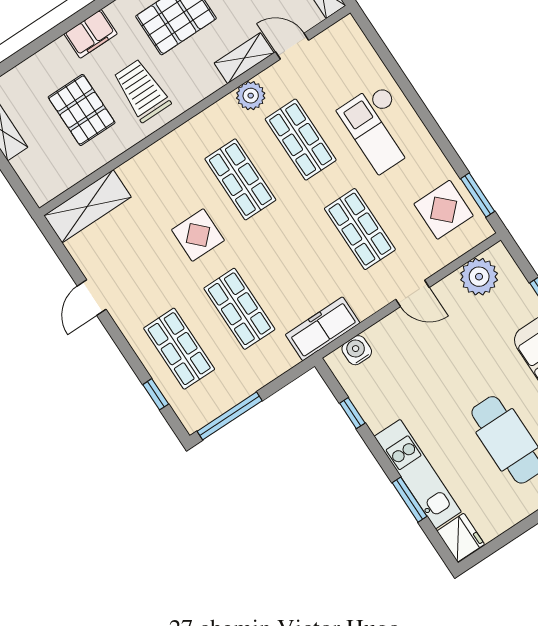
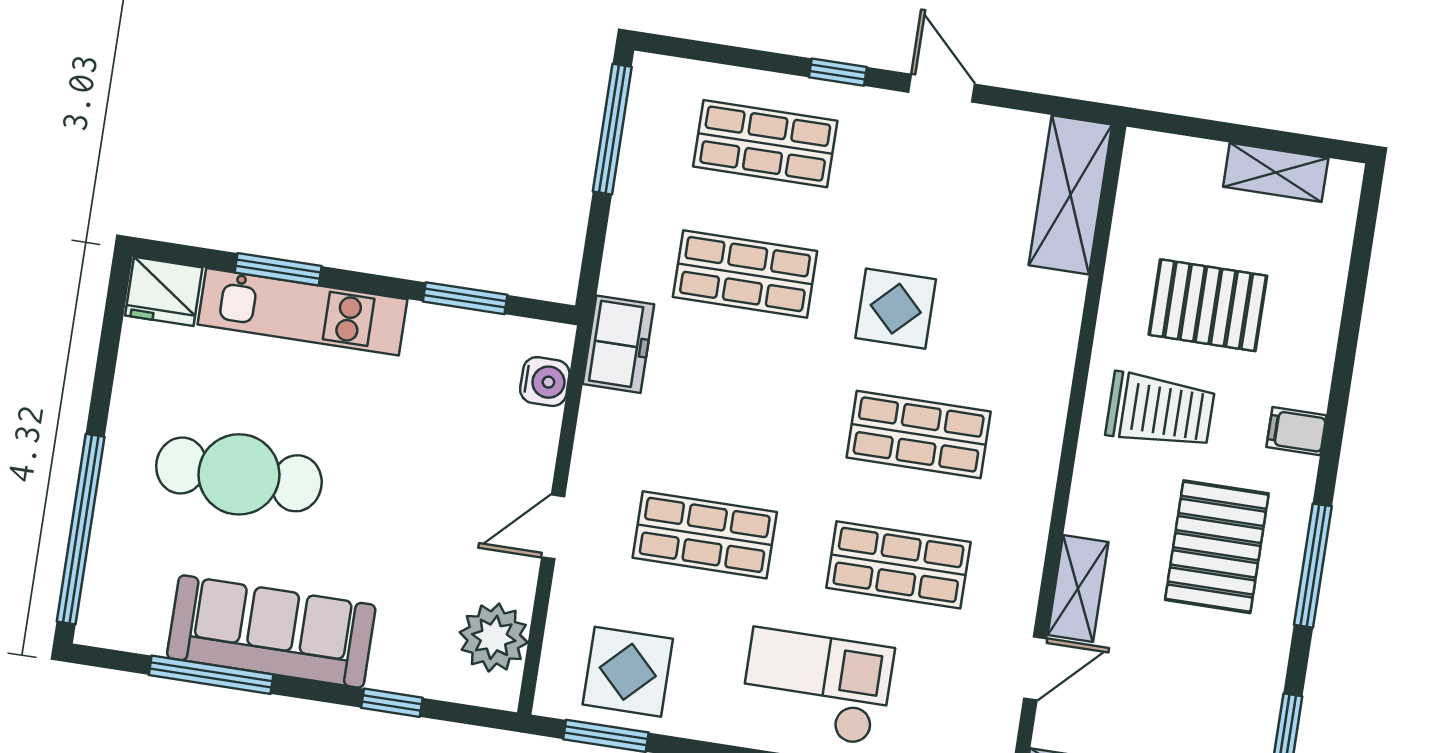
filing cabinet: (91, 34) -> (1296, 431), width x0.50
plant: (251, 96) -> (1019, 551), removed
freezer: (323, 329) -> (618, 344), width x0.71
window: (156, 394) -> (838, 72), moved
window: (352, 413) -> (465, 298), width x1.50

